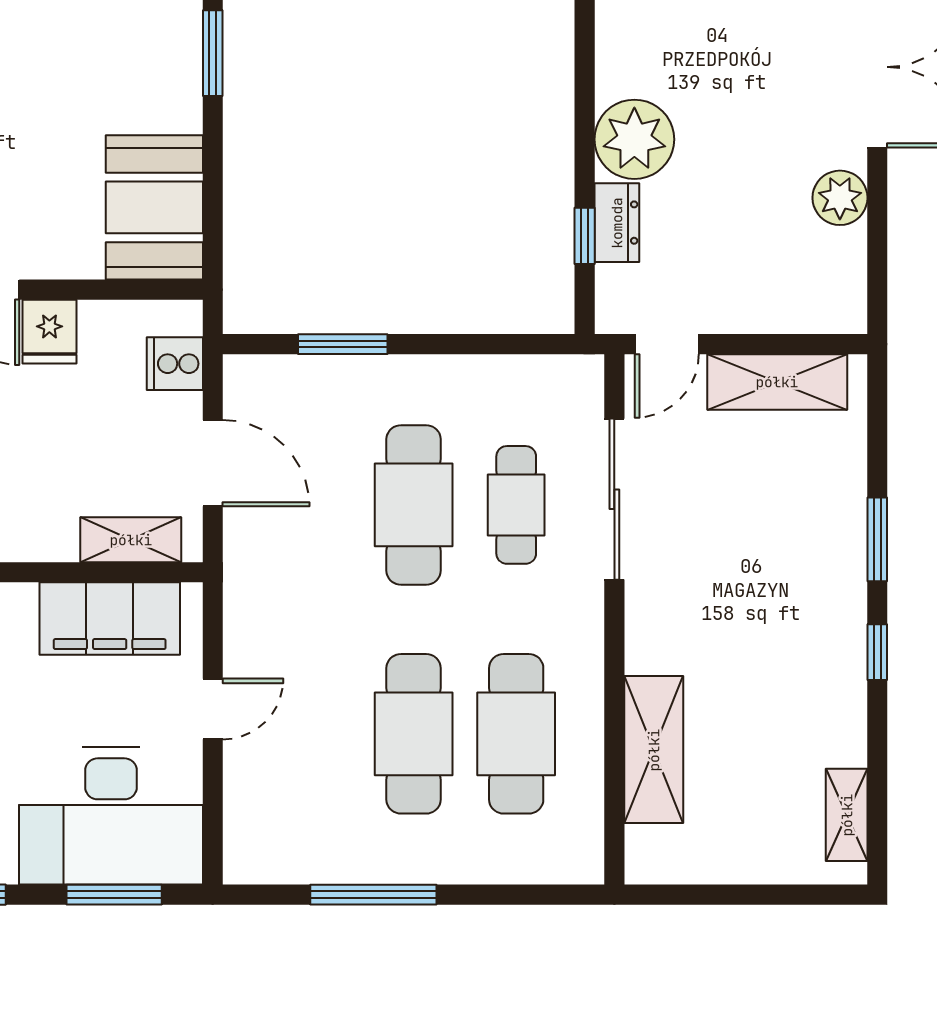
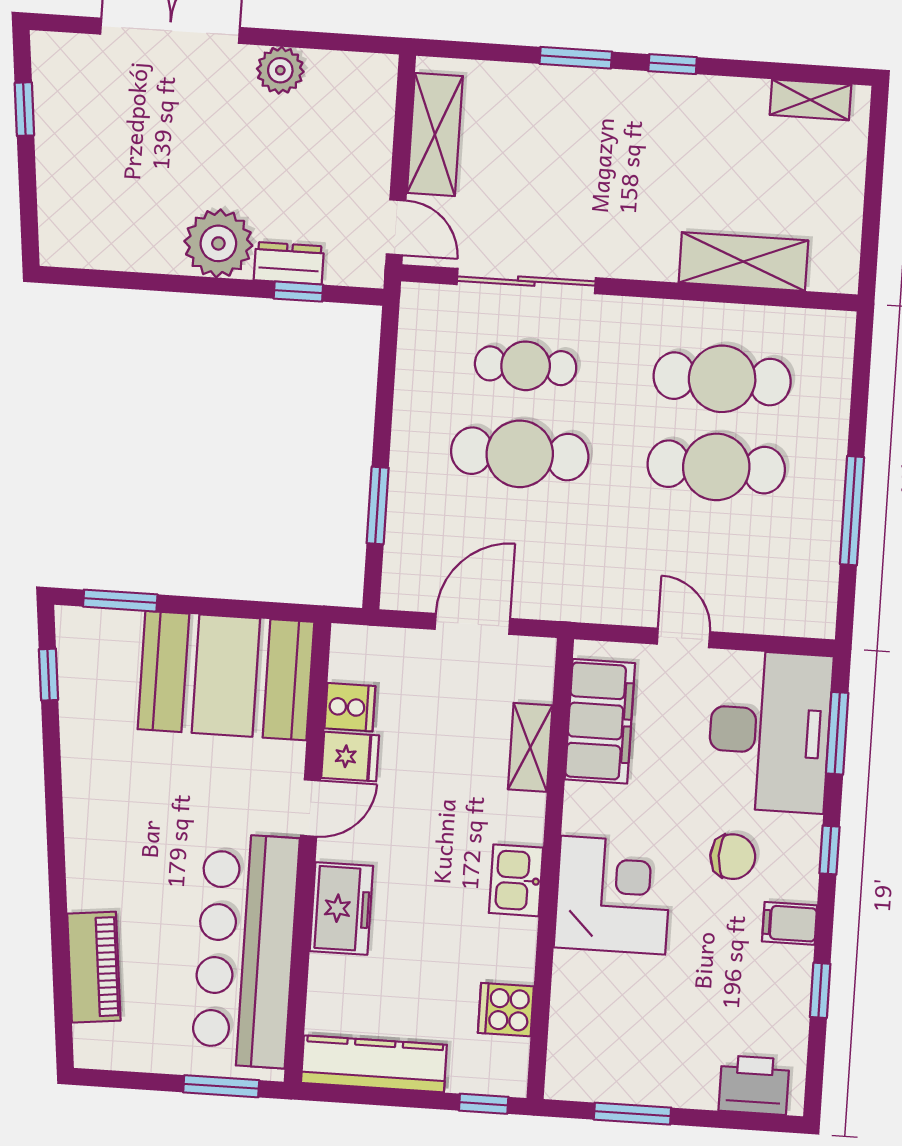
booth: (154, 207) -> (226, 676), width x1.36, depth x1.42
cooker: (175, 364) -> (350, 707), moved, turned -90
shelving: (131, 540) -> (530, 747), moved

